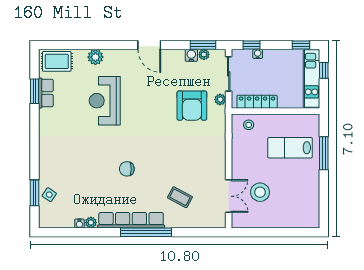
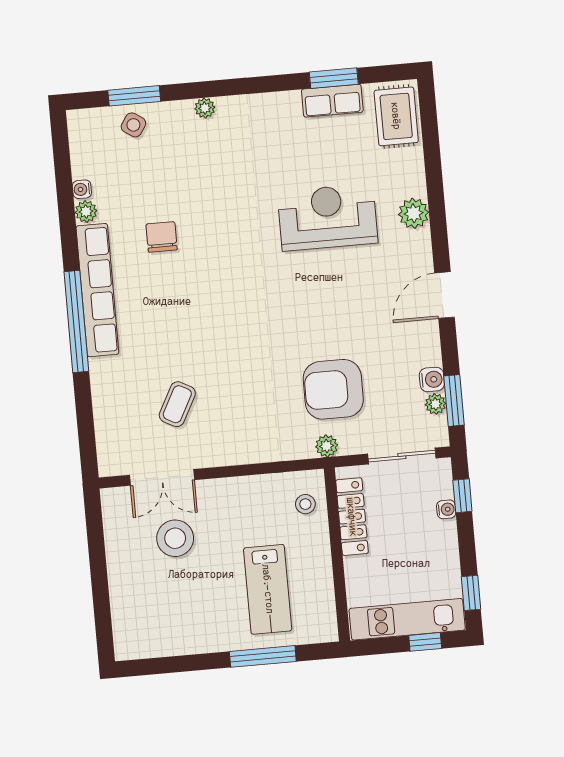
plant: (95, 57) -> (414, 213), moved
plant: (220, 99) -> (327, 446), moved
lab bench: (290, 148) -> (268, 589), turned 180
plant: (44, 158) -> (205, 108), added
chair: (127, 169) -> (162, 237), moved
coffee table: (180, 197) -> (177, 404), moved

